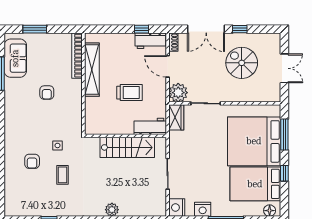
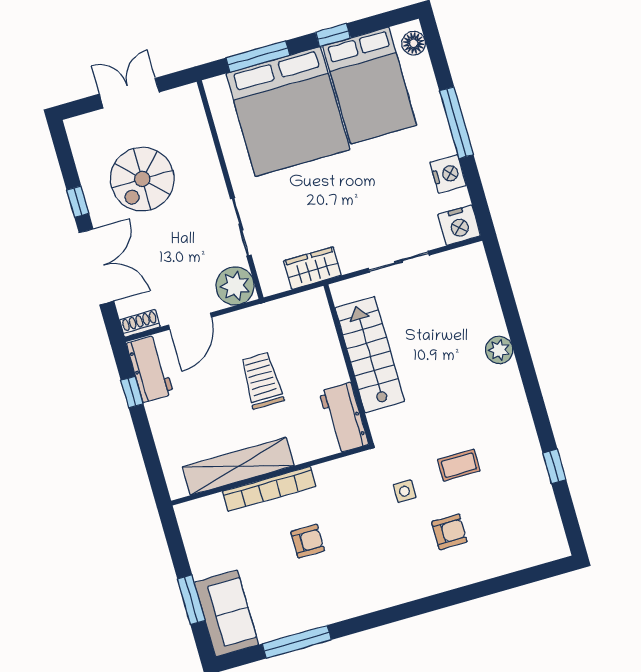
bookcase: (77, 56) -> (269, 489), moved
sofa: (15, 58) -> (226, 613), moved, turned 90
wardrobe: (176, 117) -> (312, 268), moved
workbench: (150, 126) -> (344, 418), moved

